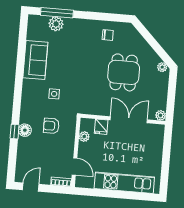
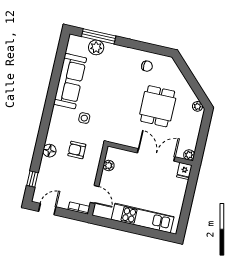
sofa: (35, 60) -> (70, 81), width x1.36
fridge: (101, 127) -> (184, 171), moved
window: (15, 132) -> (32, 179), moved

